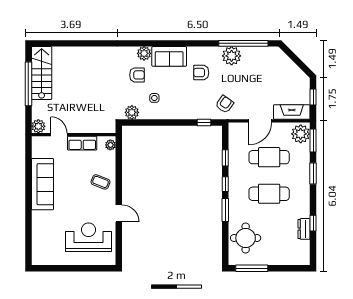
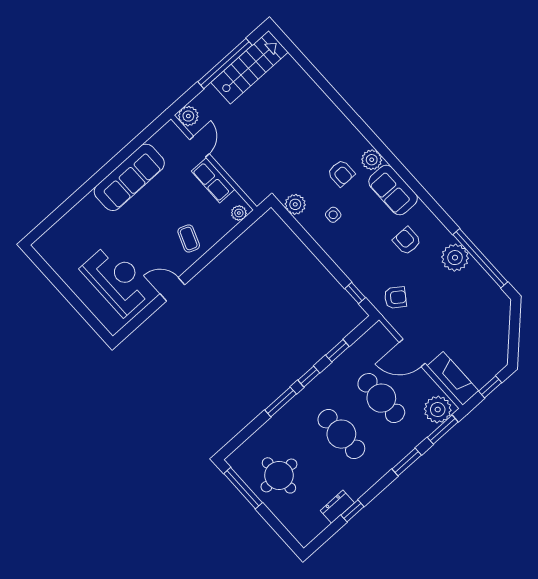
door: (119, 213) -> (172, 289), swing flipped
round table: (246, 238) -> (279, 475), moved

